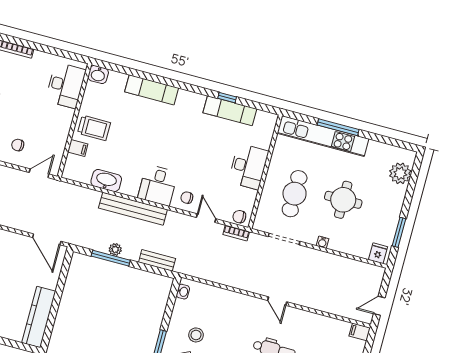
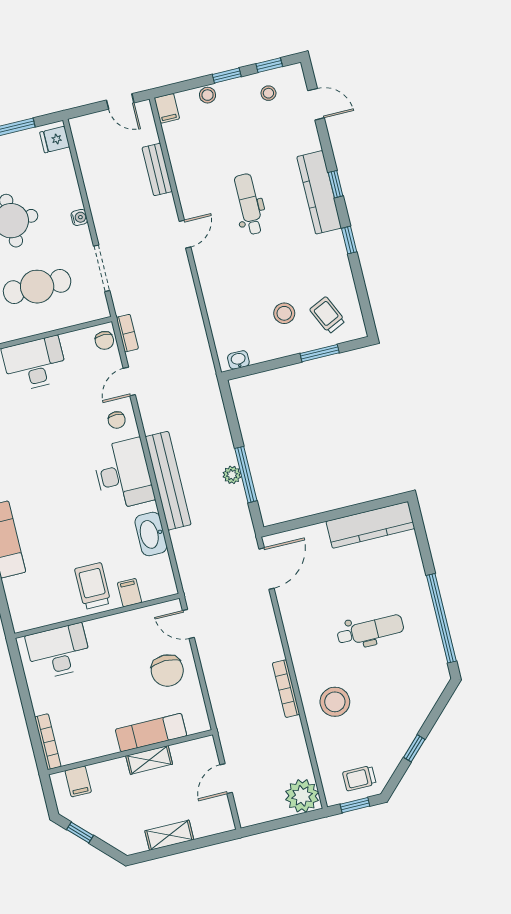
washbasin: (98, 74) -> (22, 618), removed
chair: (18, 145) -> (167, 671), width x1.87, depth x1.87
desk: (158, 185) -> (123, 474), width x1.37
bench: (157, 260) -> (157, 169), moved

